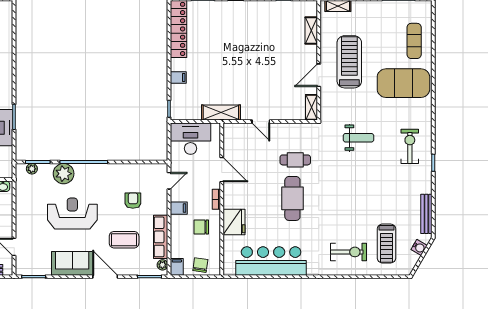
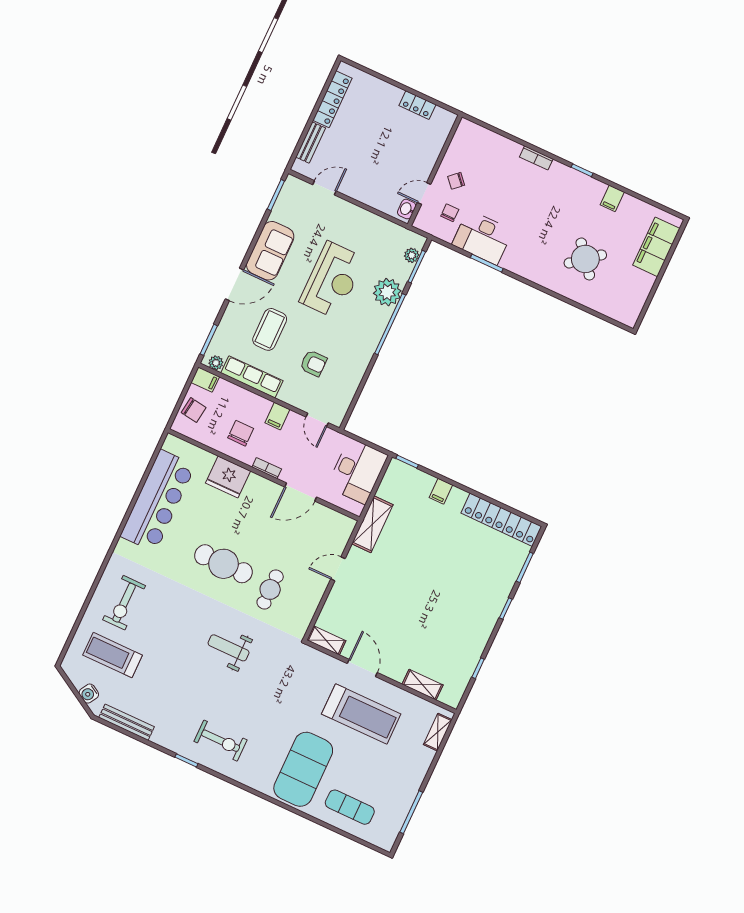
weight bench: (358, 138) -> (229, 648), moved, turned 90

